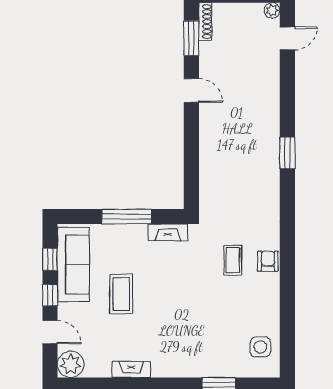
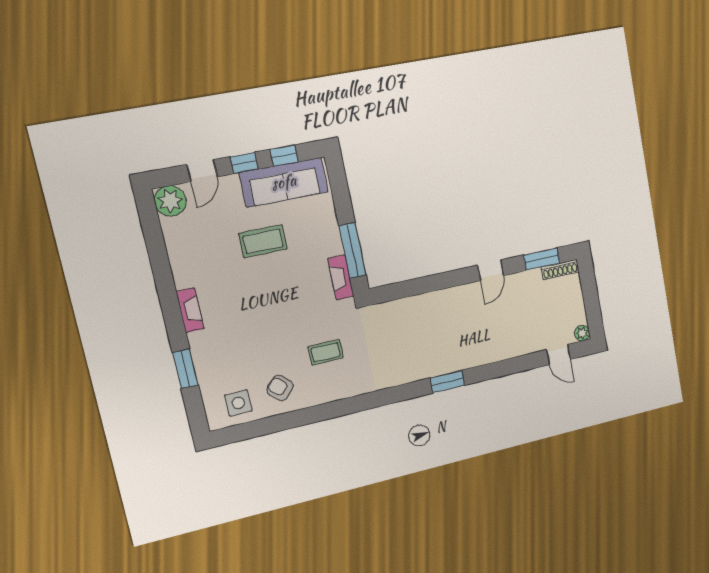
window: (127, 216) -> (353, 250), moved
armchair: (268, 261) -> (280, 388), moved, turned -136
fireplace: (131, 369) -> (190, 310), moved

